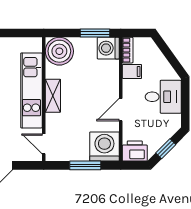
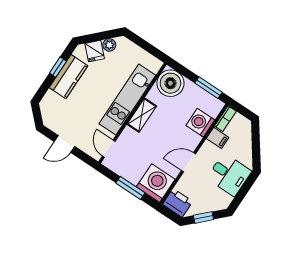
washing machine: (108, 48) -> (200, 123), moved

